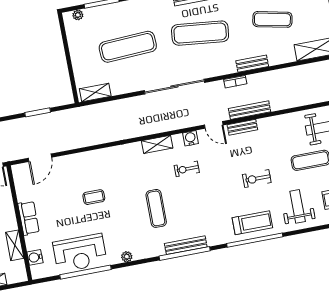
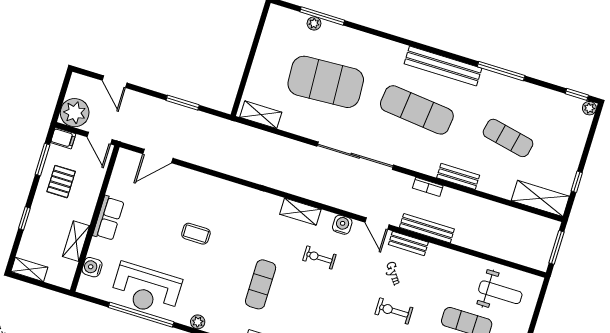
plant: (78, 15) -> (314, 23), moved
exercise mat: (128, 47) -> (326, 82), width x1.47

